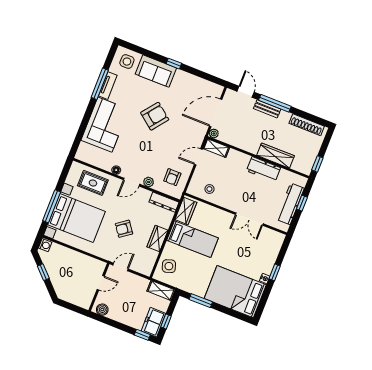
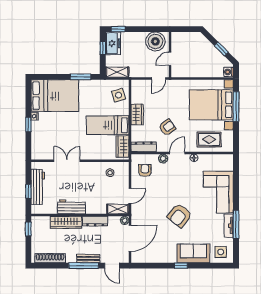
dresser: (245, 145) -> (95, 221), added
armchair: (124, 229) -> (167, 127), moved
boiler: (102, 310) -> (155, 41), width x1.86, depth x1.86

